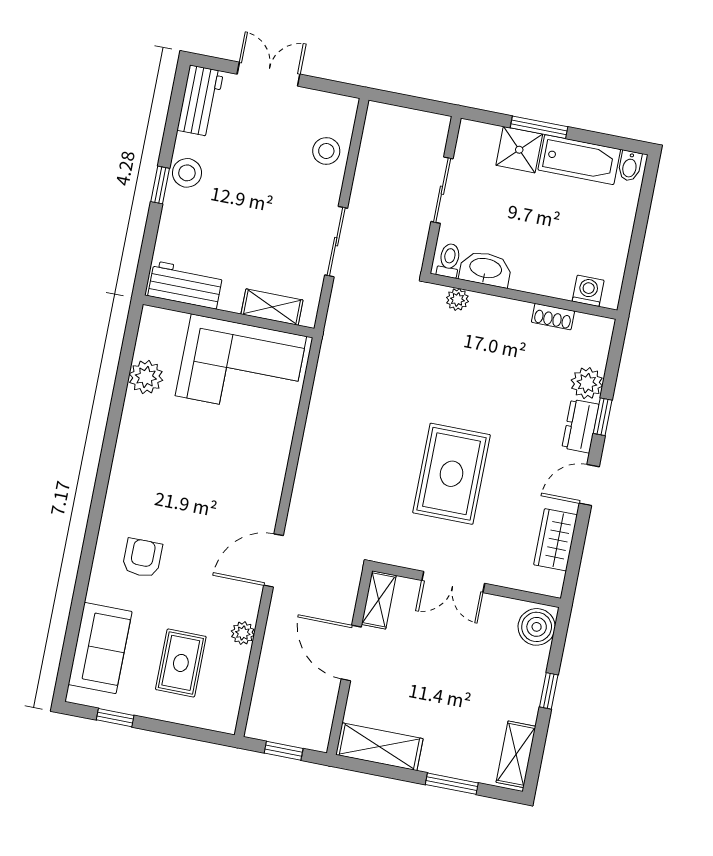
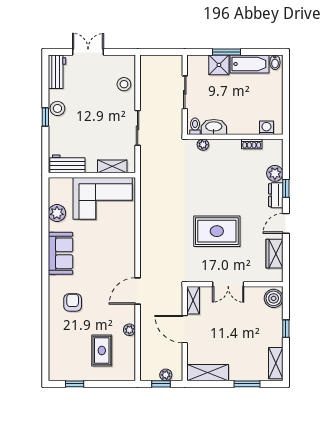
rug: (451, 474) -> (217, 231), turned 90
sofa: (100, 648) -> (61, 253), moved
plant: (297, 735) -> (166, 375), added

